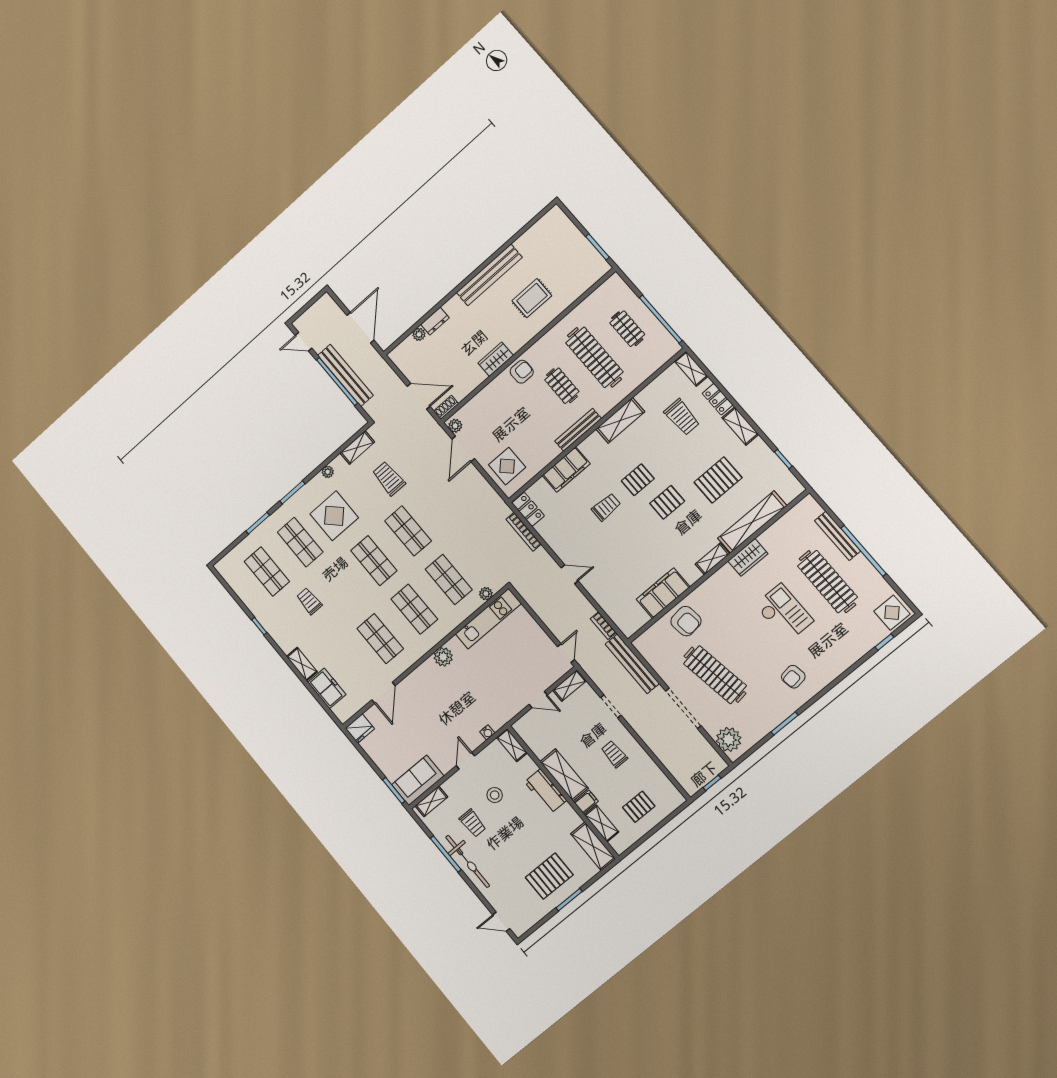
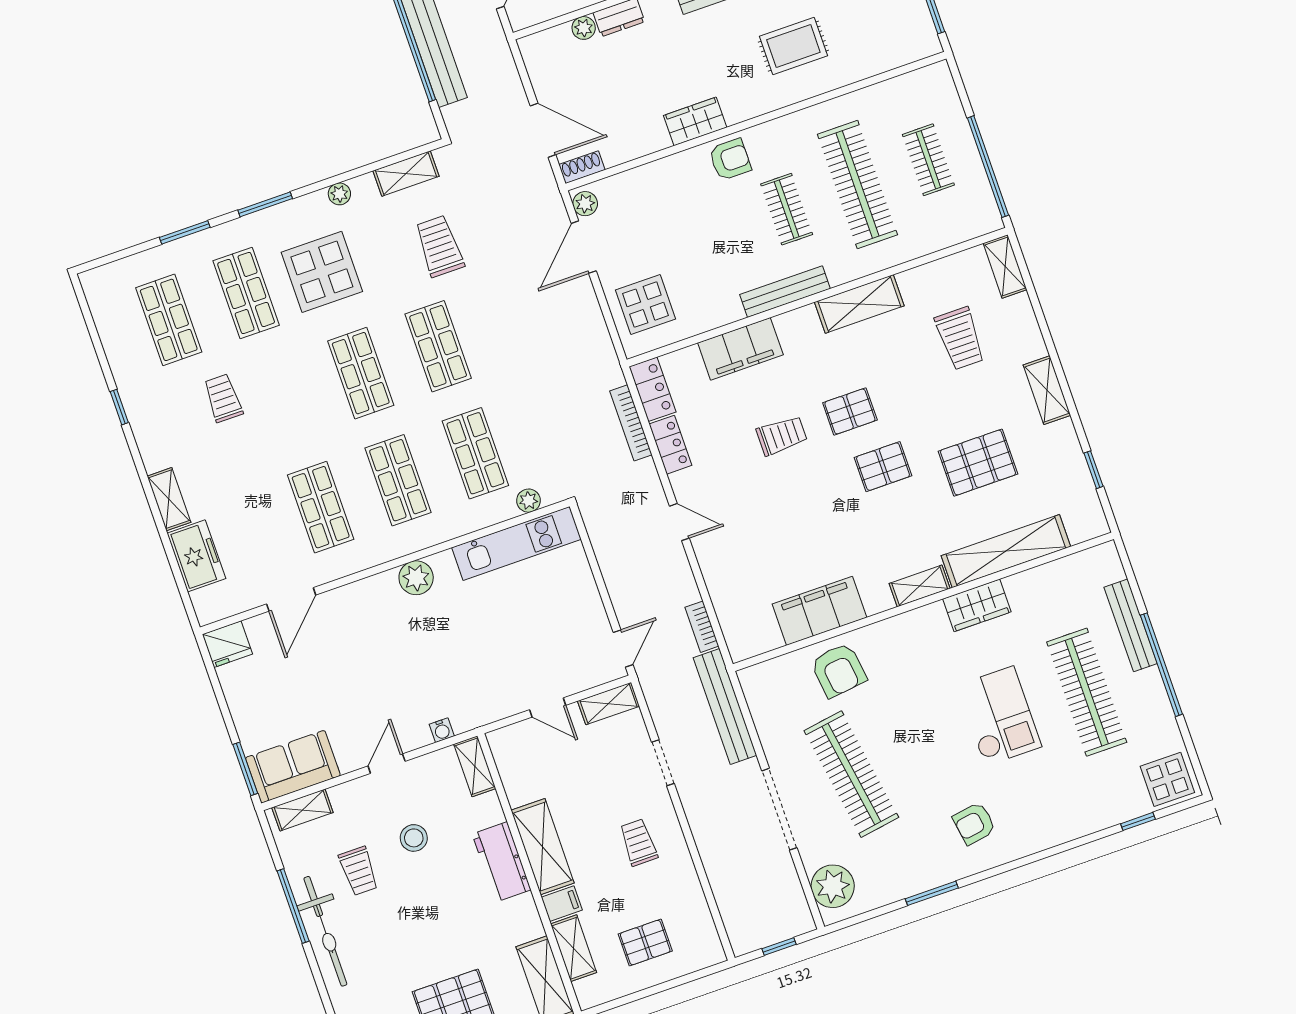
locker: (718, 399) -> (670, 445), moved, turned 180

